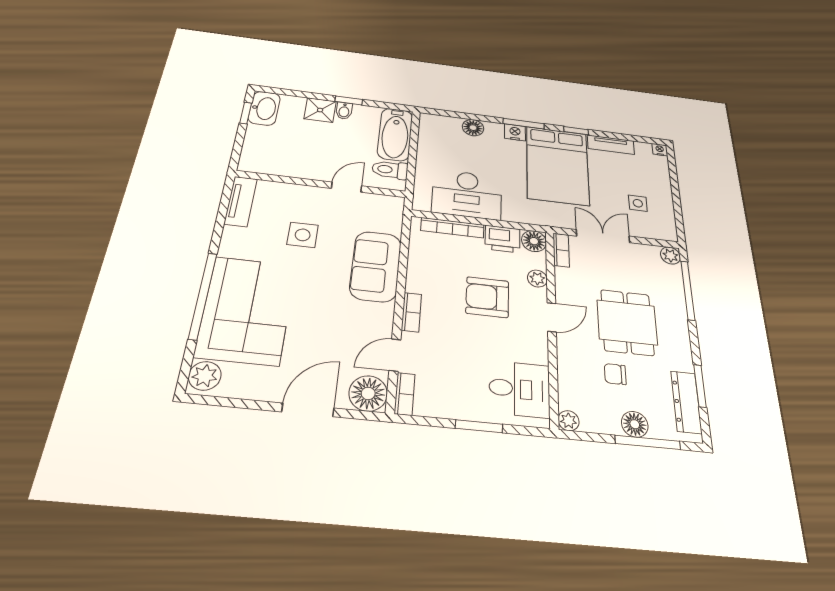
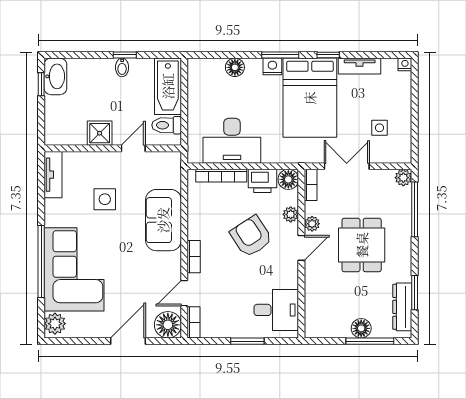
shower: (320, 110) -> (100, 133), moved
armchair: (487, 297) -> (251, 236), turned 57
chair: (615, 374) -> (349, 290), removed
plant: (569, 421) -> (312, 224), moved

